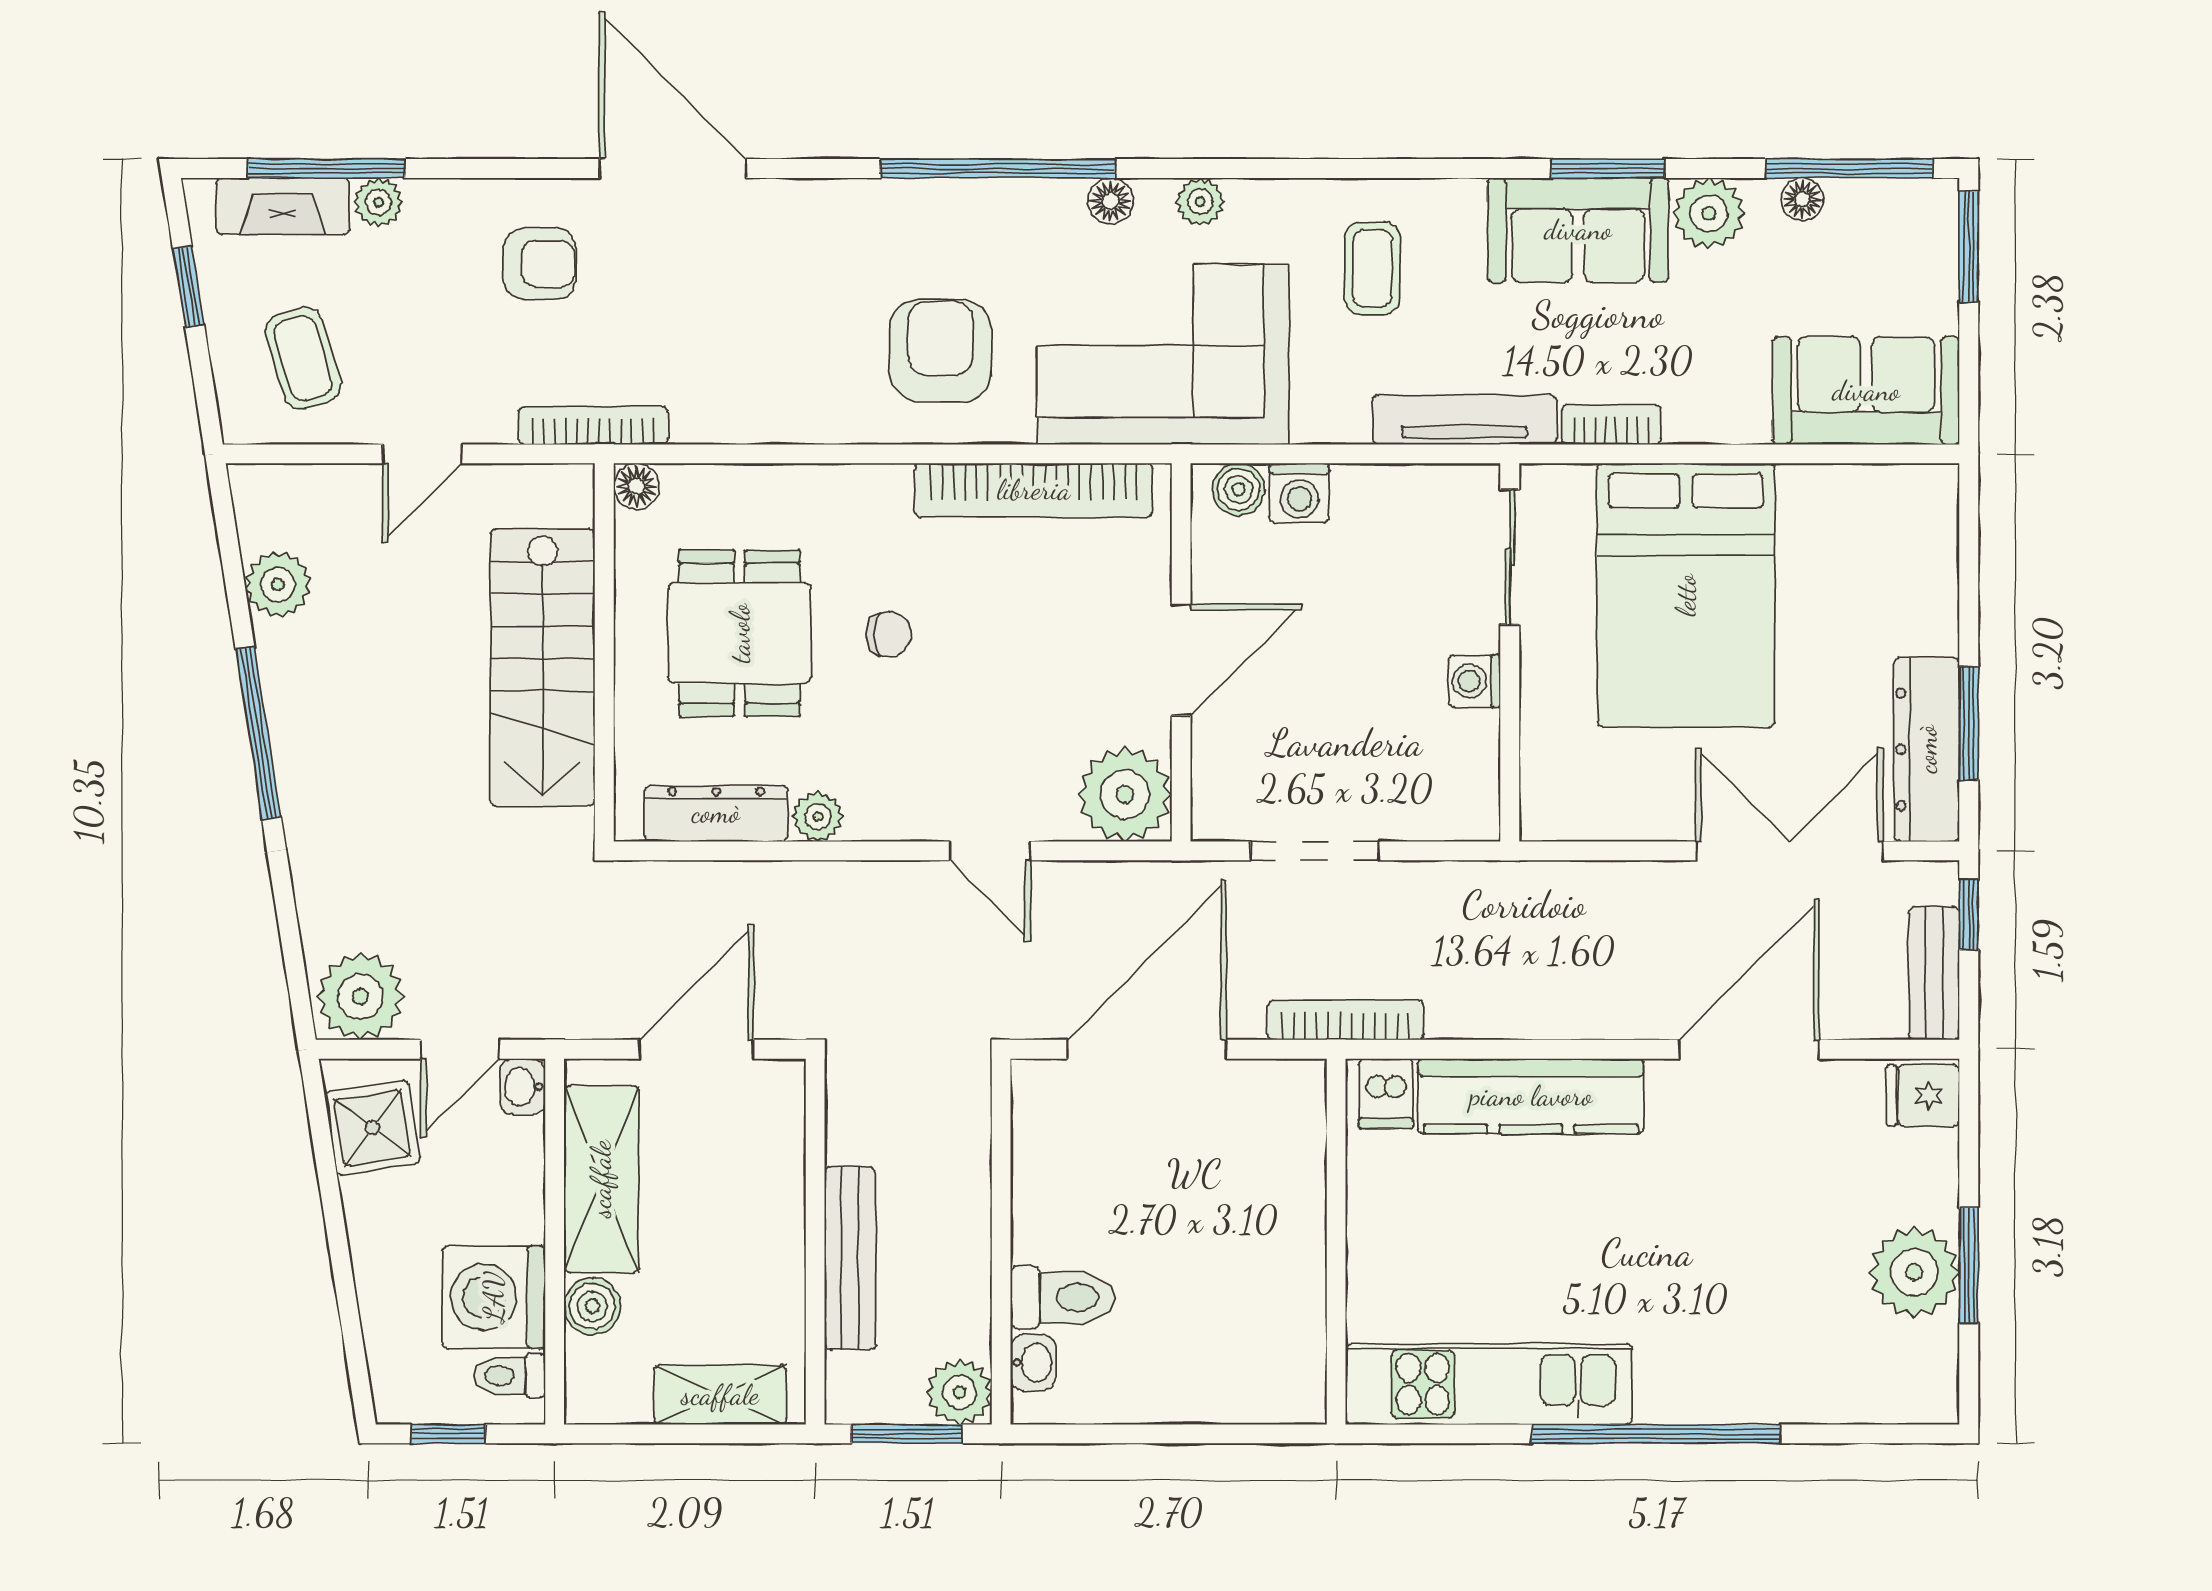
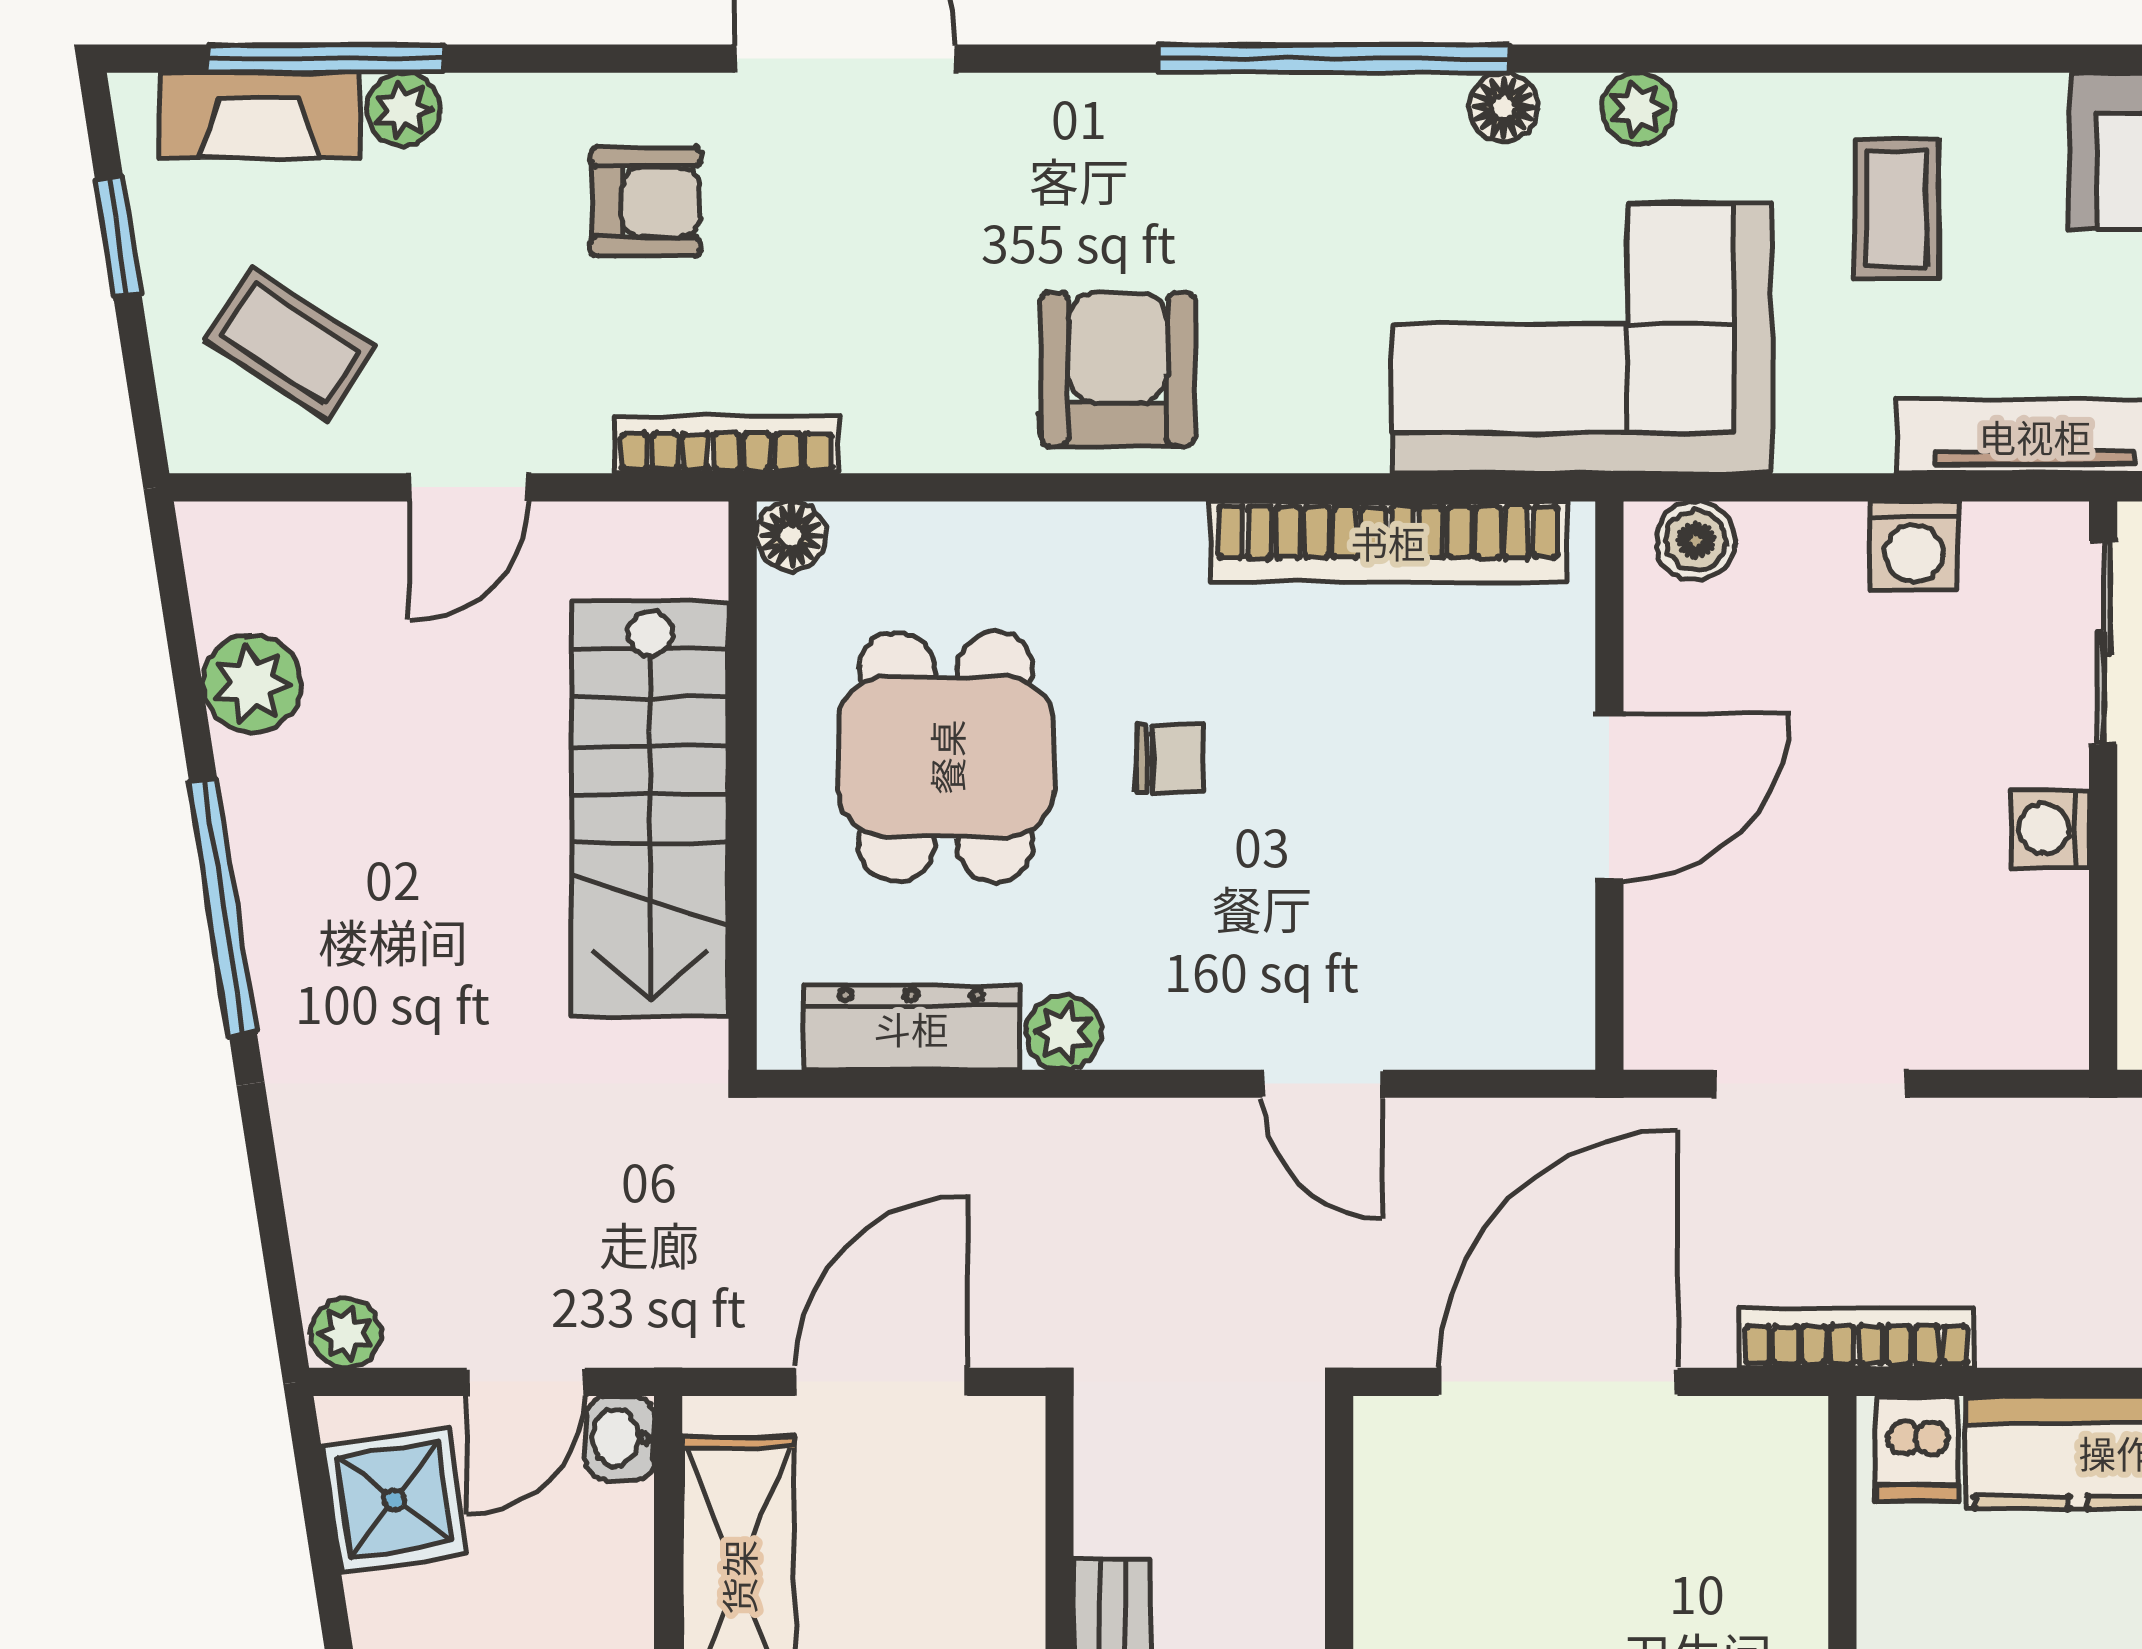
armchair: (940, 351) -> (1117, 369), moved
coffee table: (303, 358) -> (290, 344), turned -40
washing machine: (1299, 493) -> (1914, 546), moved
plant: (1125, 794) -> (1525, 999), removed
plant: (360, 997) -> (346, 1333), width x0.53, depth x0.53

